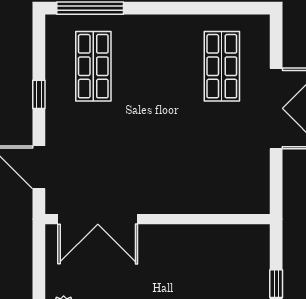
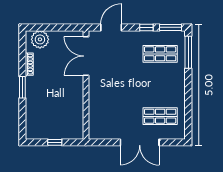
window: (39, 45) -> (170, 27), added

